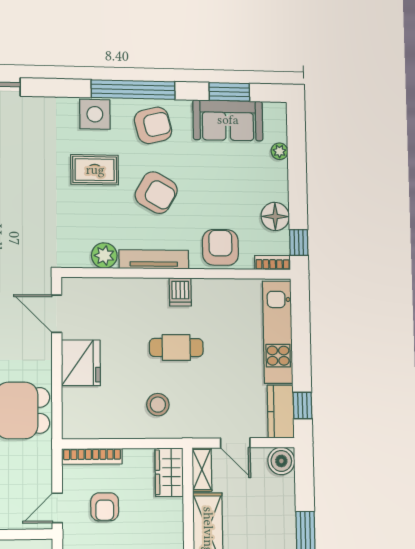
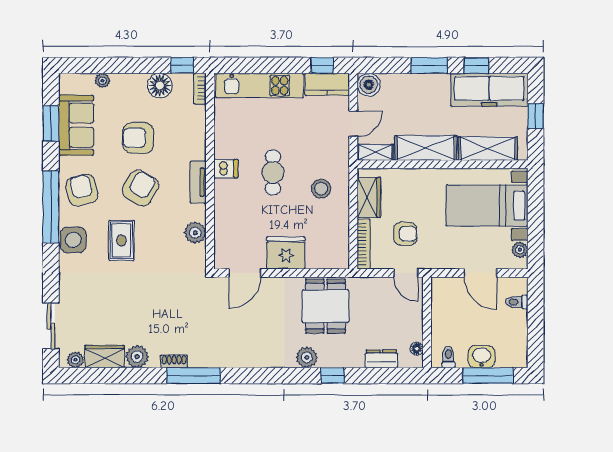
armchair: (220, 247) -> (138, 138), moved
tv unit: (154, 259) -> (198, 182), width x0.71
wardrobe: (169, 472) -> (369, 197), moved, turned -90

